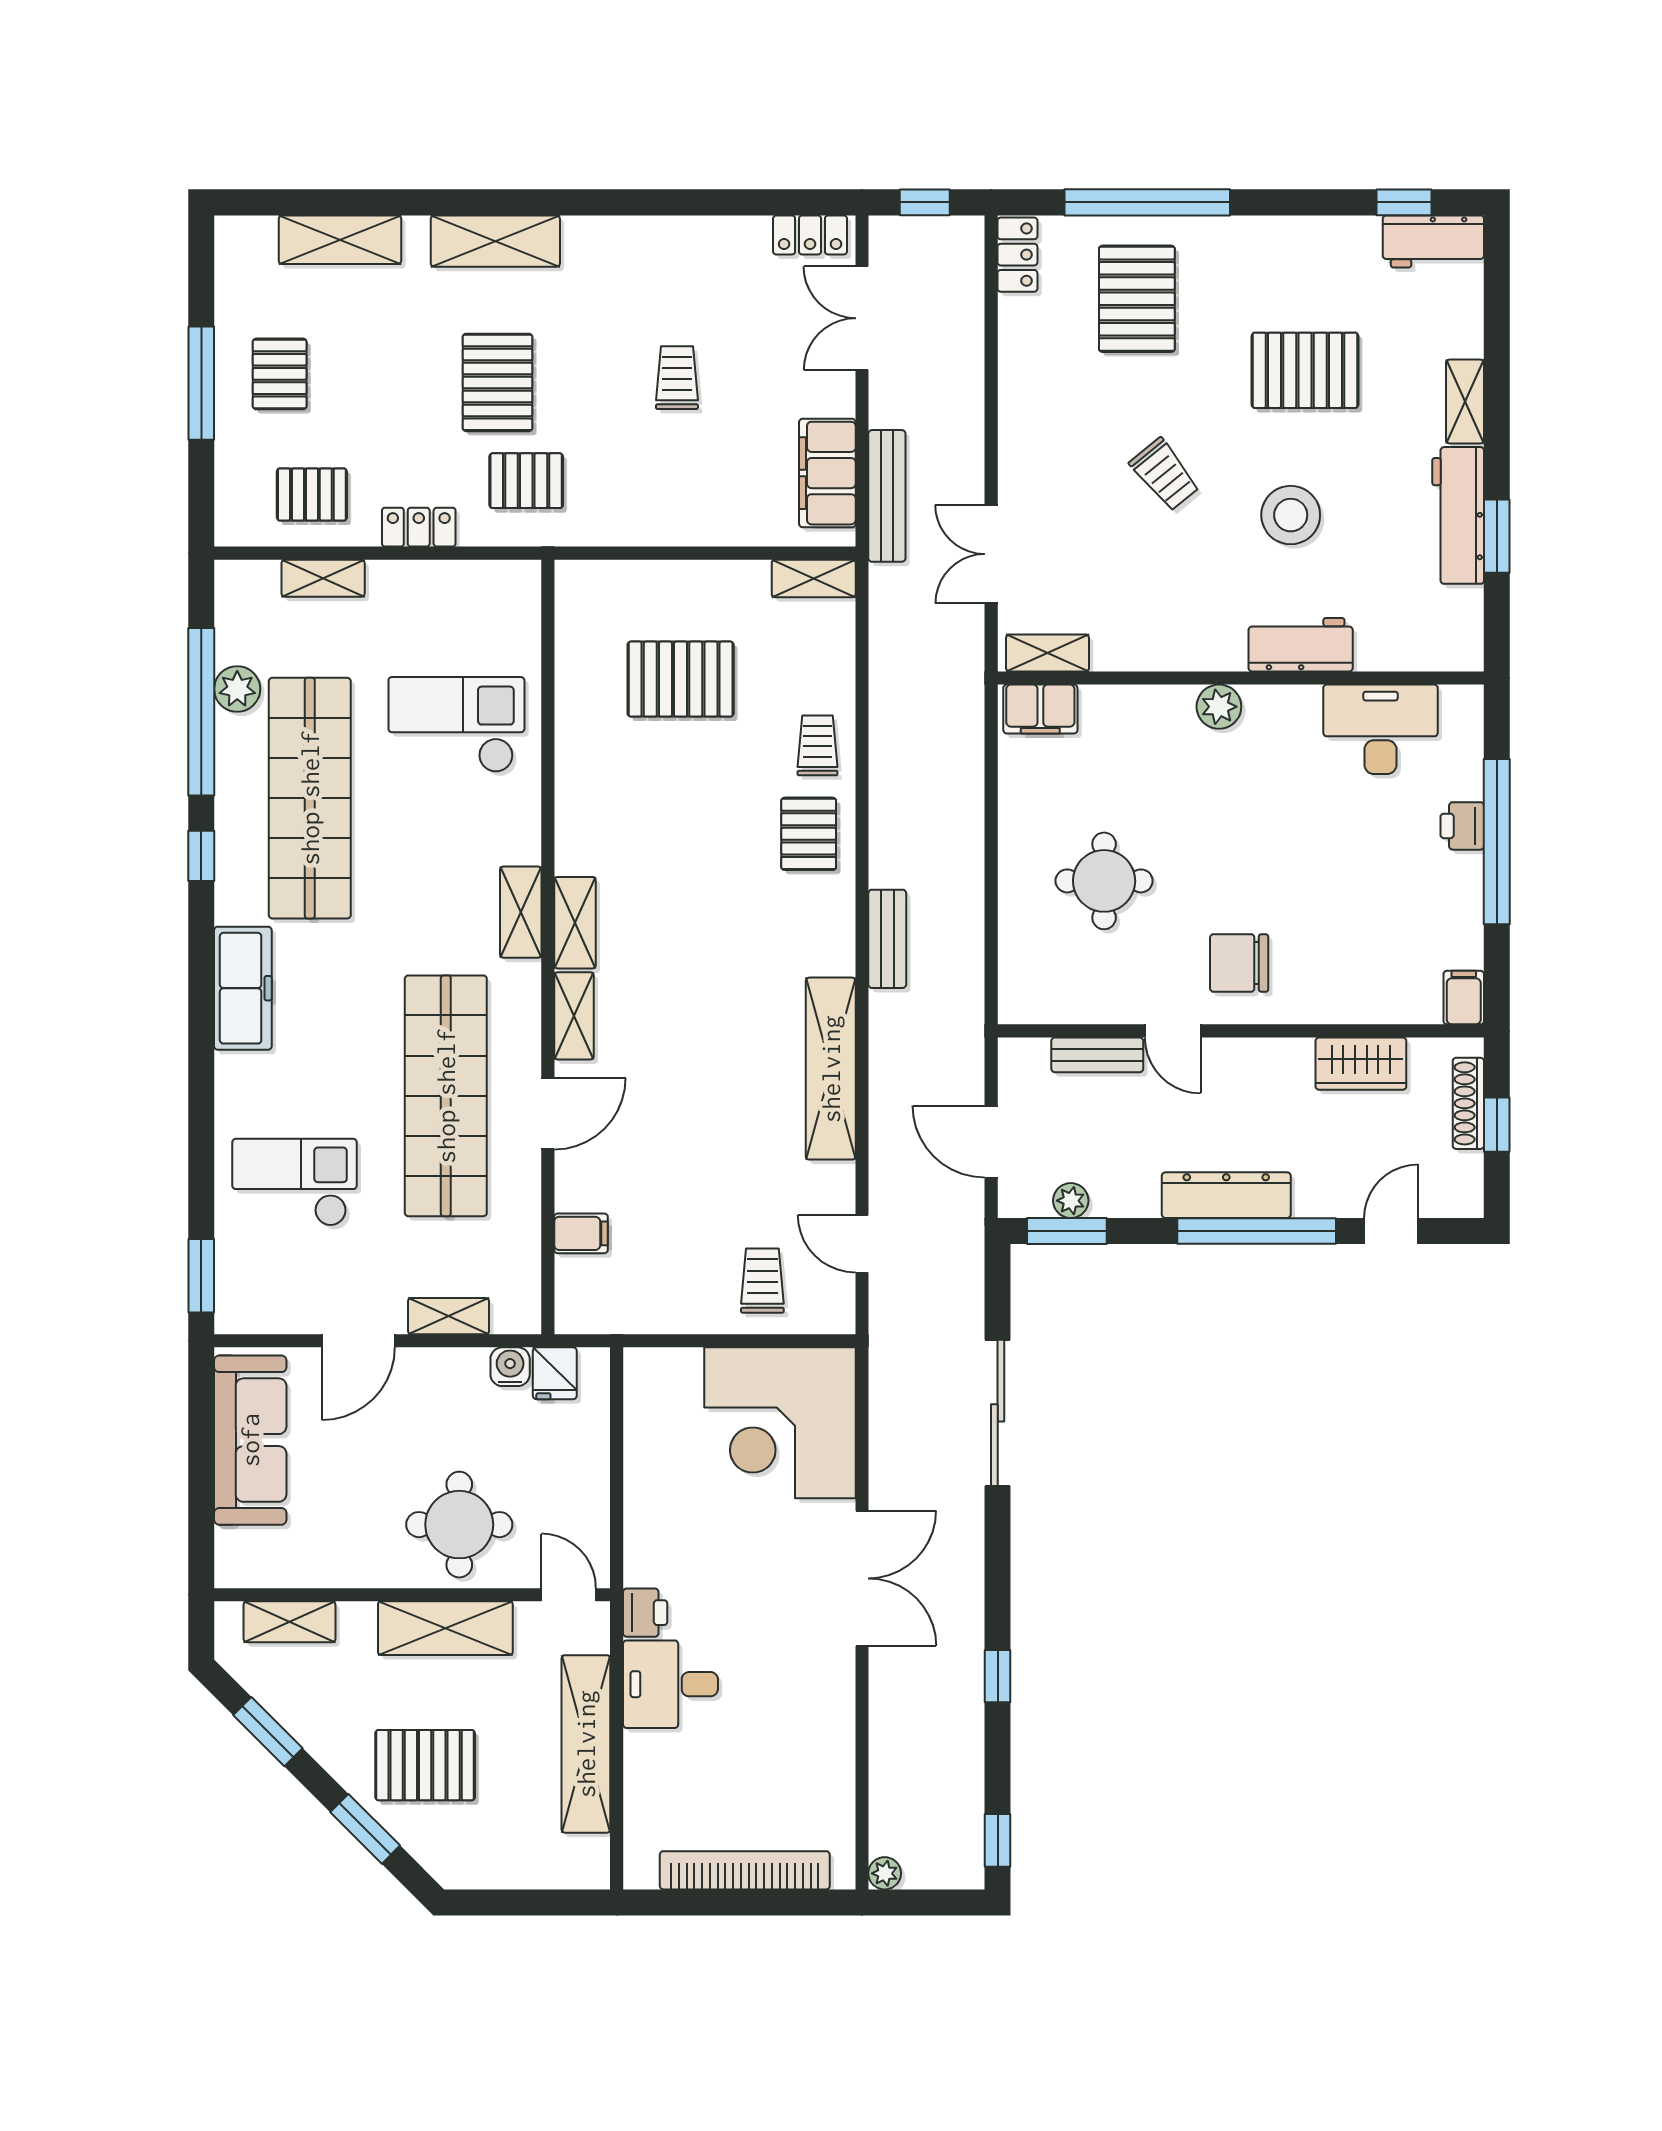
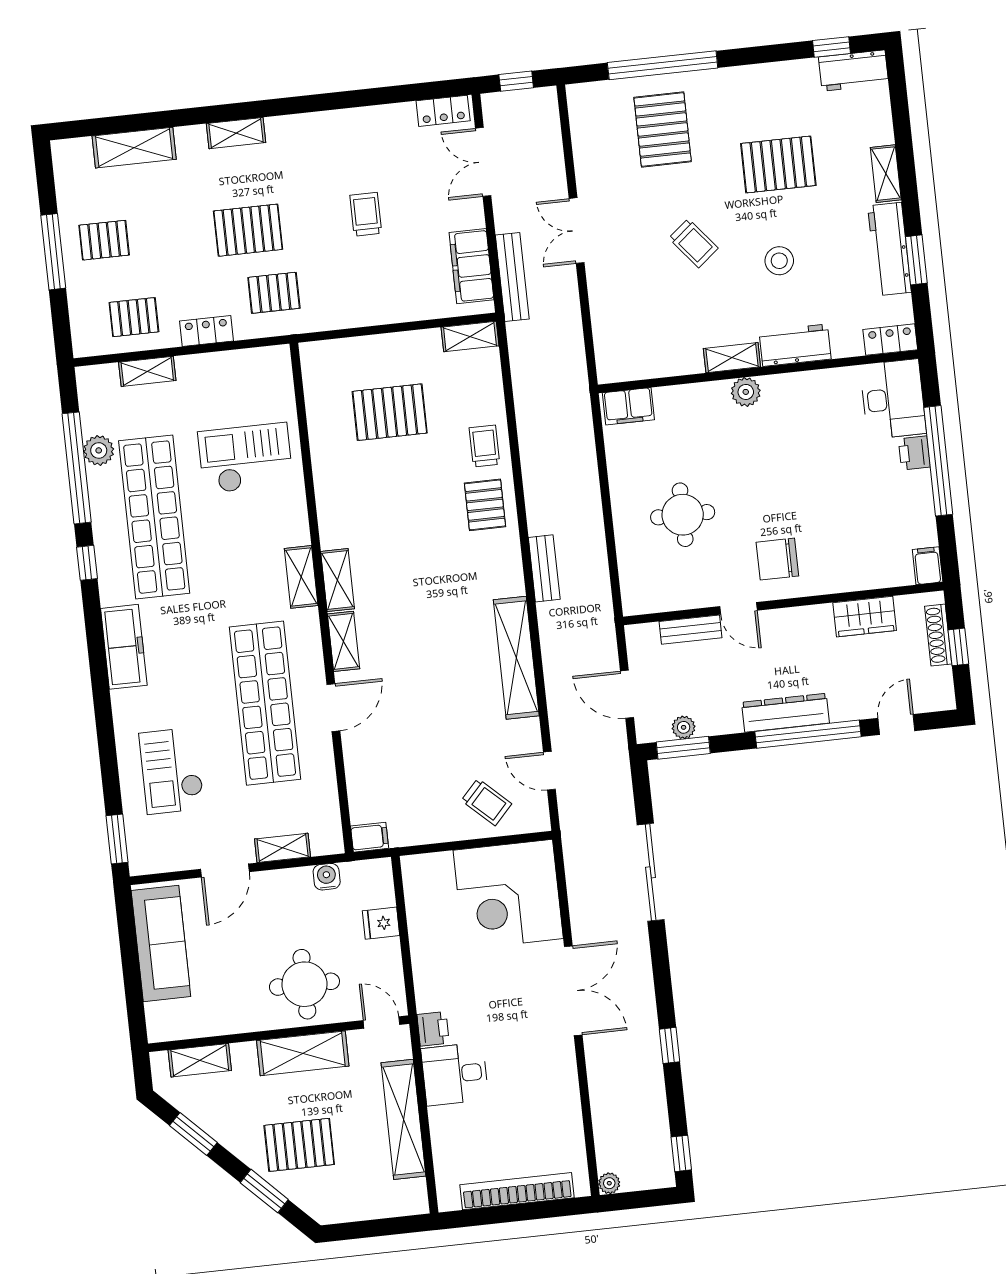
shelving: (495, 241) -> (236, 133), width x0.67, depth x0.75
locker: (1017, 255) -> (890, 340), moved, turned -90
pallet: (280, 374) -> (104, 240), turned 90
pallet: (498, 382) -> (248, 230), turned 90
stool: (1291, 515) -> (779, 261), width x0.73, depth x0.73
double door: (991, 554) -> (577, 231), moved
shelving: (1048, 653) -> (732, 358), moved
desk: (1380, 729) -> (893, 399), moved, turned 90
checkout: (295, 1182) -> (172, 771), turned -90
filing cabinet: (581, 1233) -> (370, 837), moved
trolley: (762, 1281) -> (486, 802), turned 133
fridge: (555, 1373) -> (381, 923), moved, turned 90

